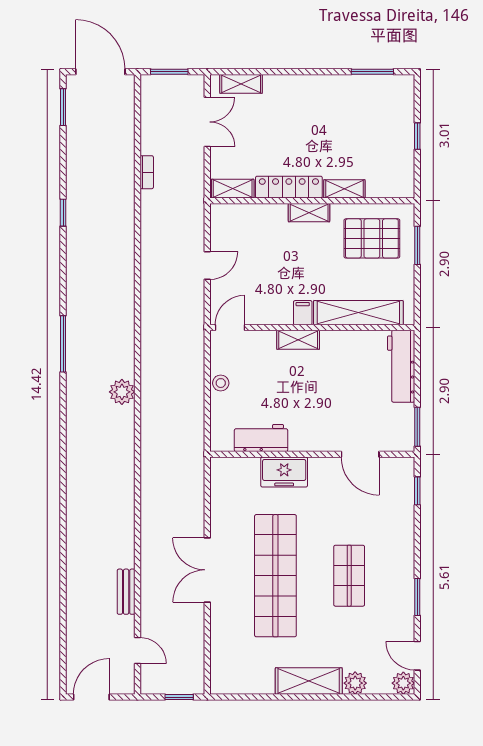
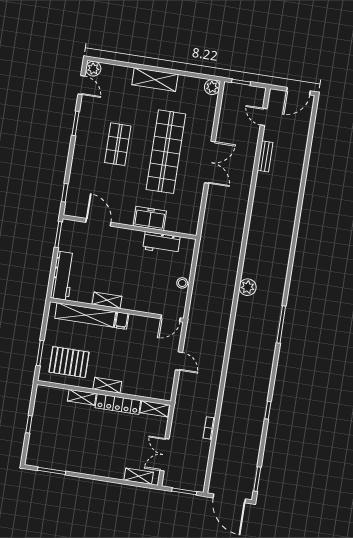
door: (207, 265) -> (179, 361), swing flipped
shelving: (298, 340) -> (107, 300), moved
plant: (355, 683) -> (212, 87), moved

